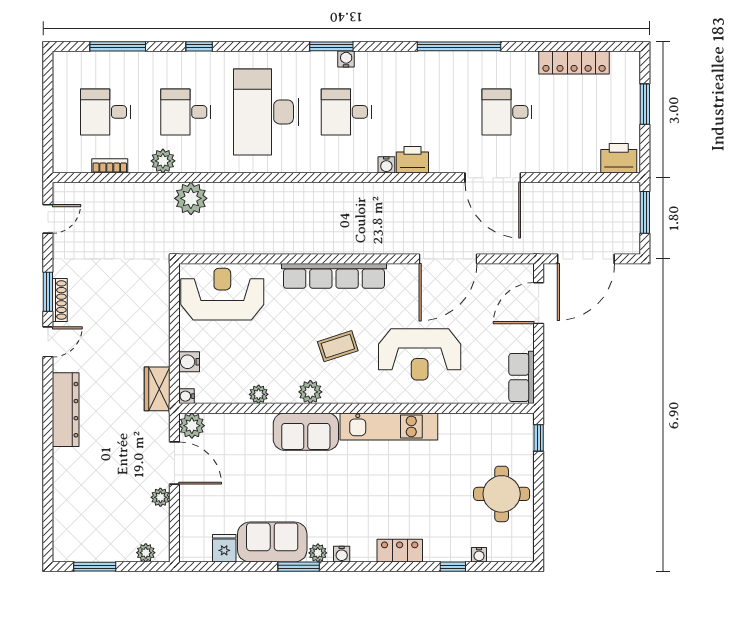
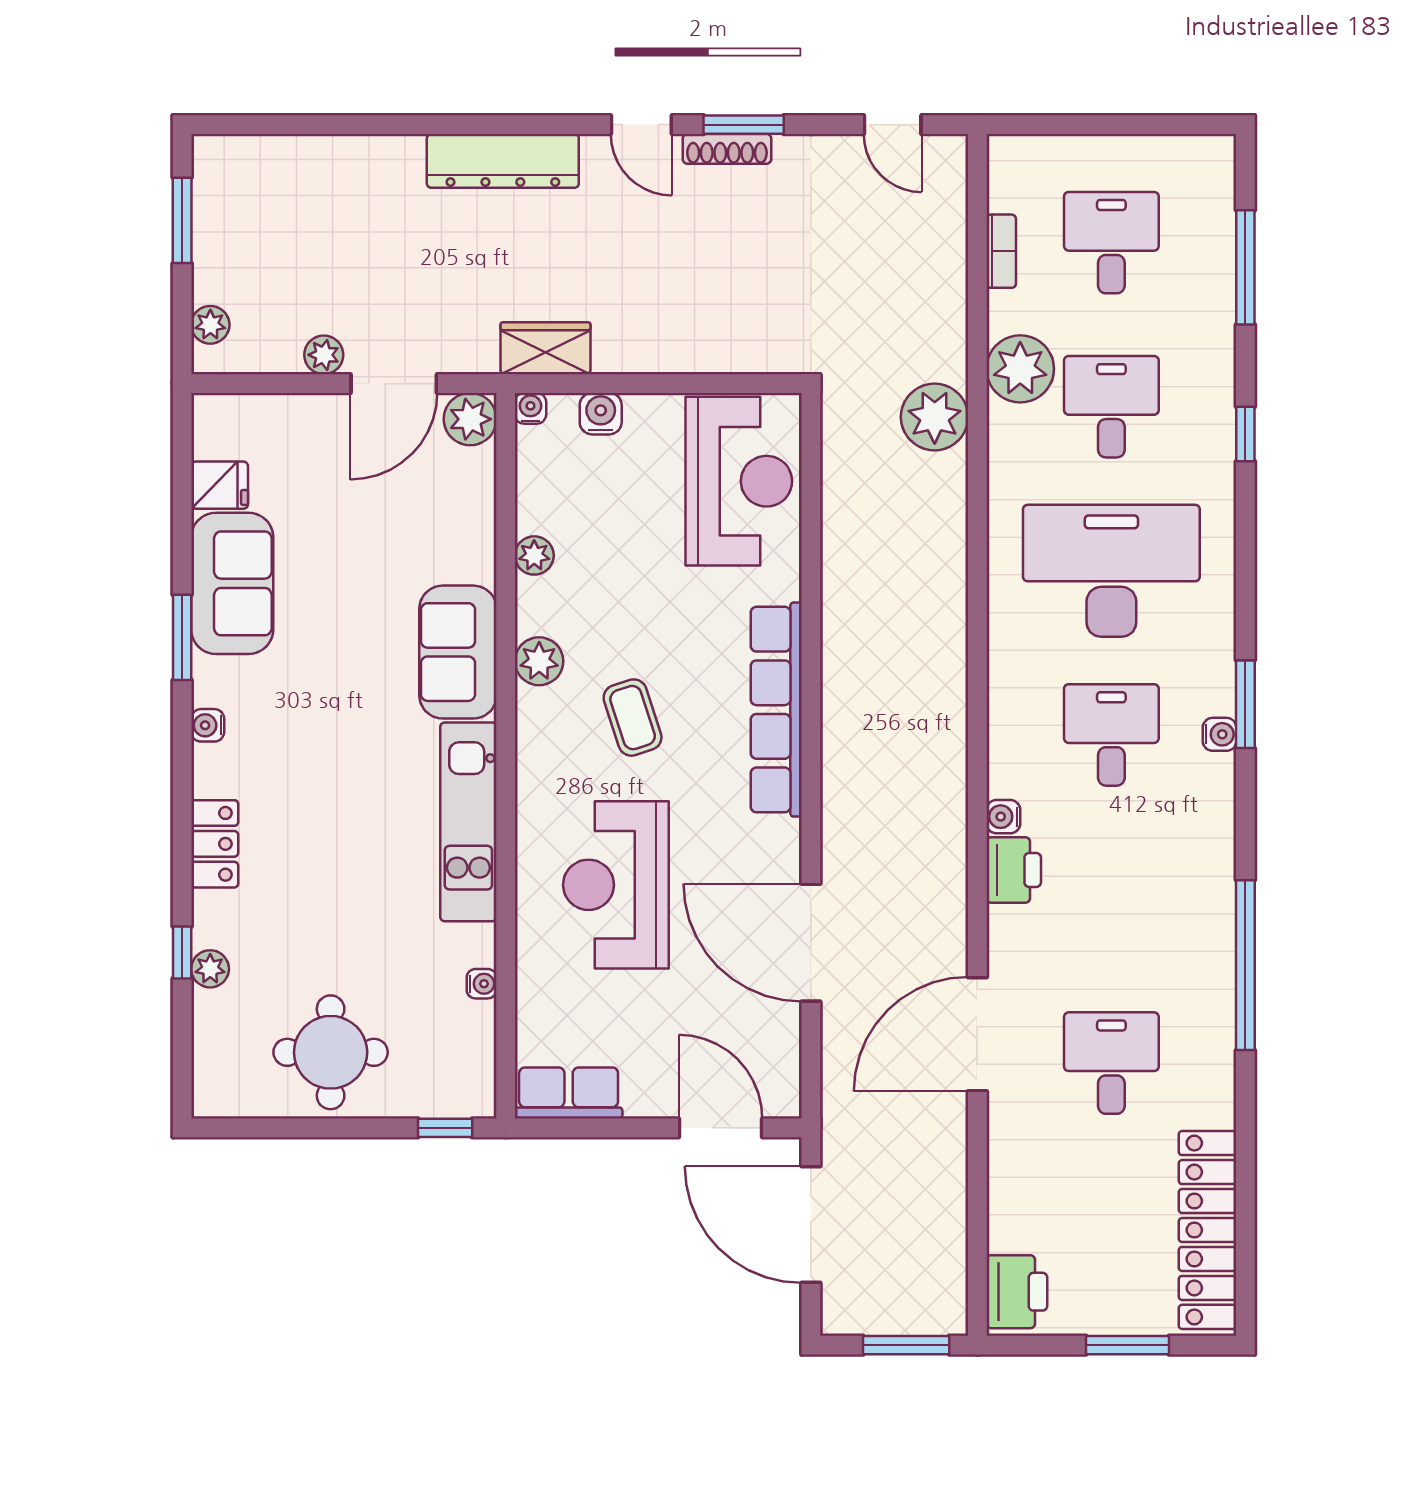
locker: (574, 63) -> (1208, 1230), width x1.41, depth x1.21
plant: (163, 161) -> (1020, 369), width x1.36, depth x1.36
plant: (318, 553) -> (210, 969), moved
water cooler: (479, 555) -> (482, 984), moved, turned 180

